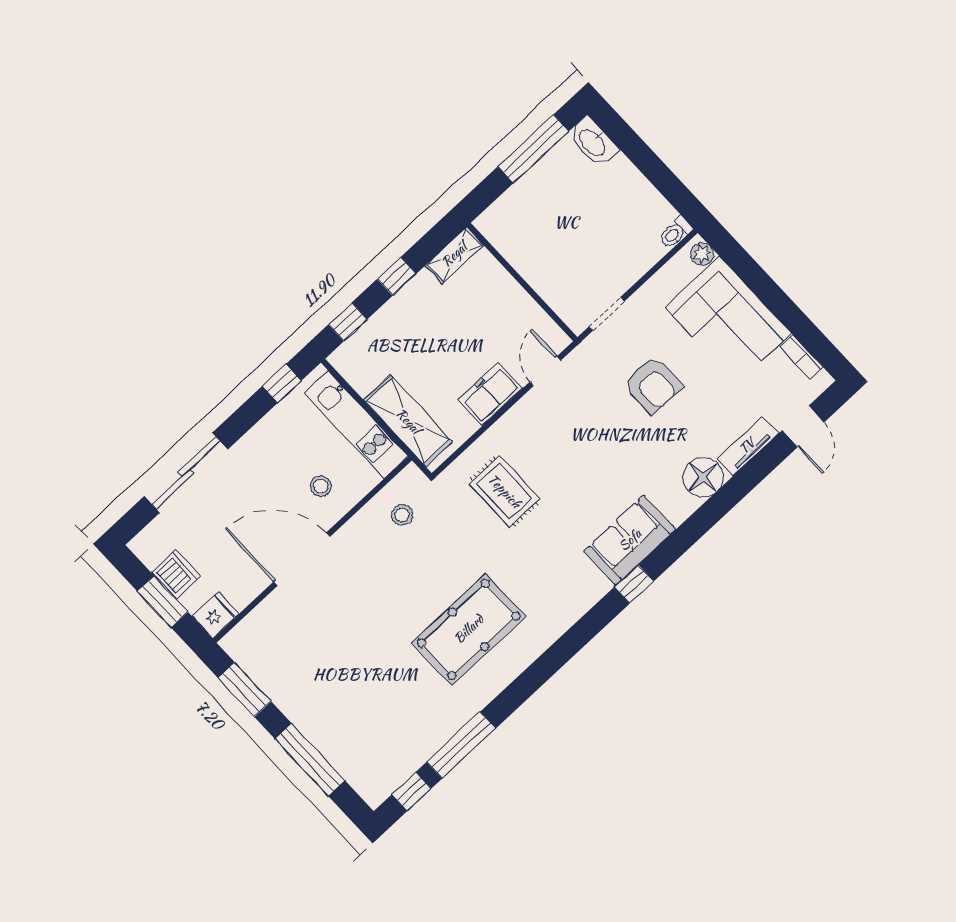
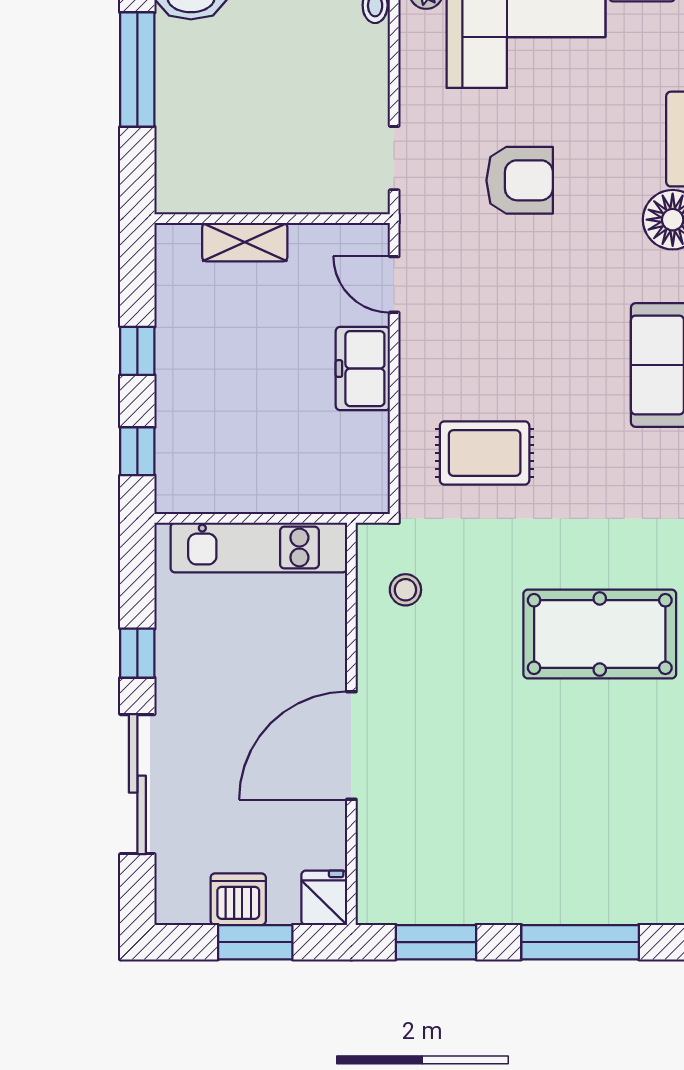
shelving: (454, 255) -> (245, 242), moved, turned 90
window: (282, 383) -> (137, 653), moved
shelving: (408, 421) -> (308, 487), removed
stool: (321, 486) -> (290, 650), removed
pool table: (469, 629) -> (600, 634), turned 90

